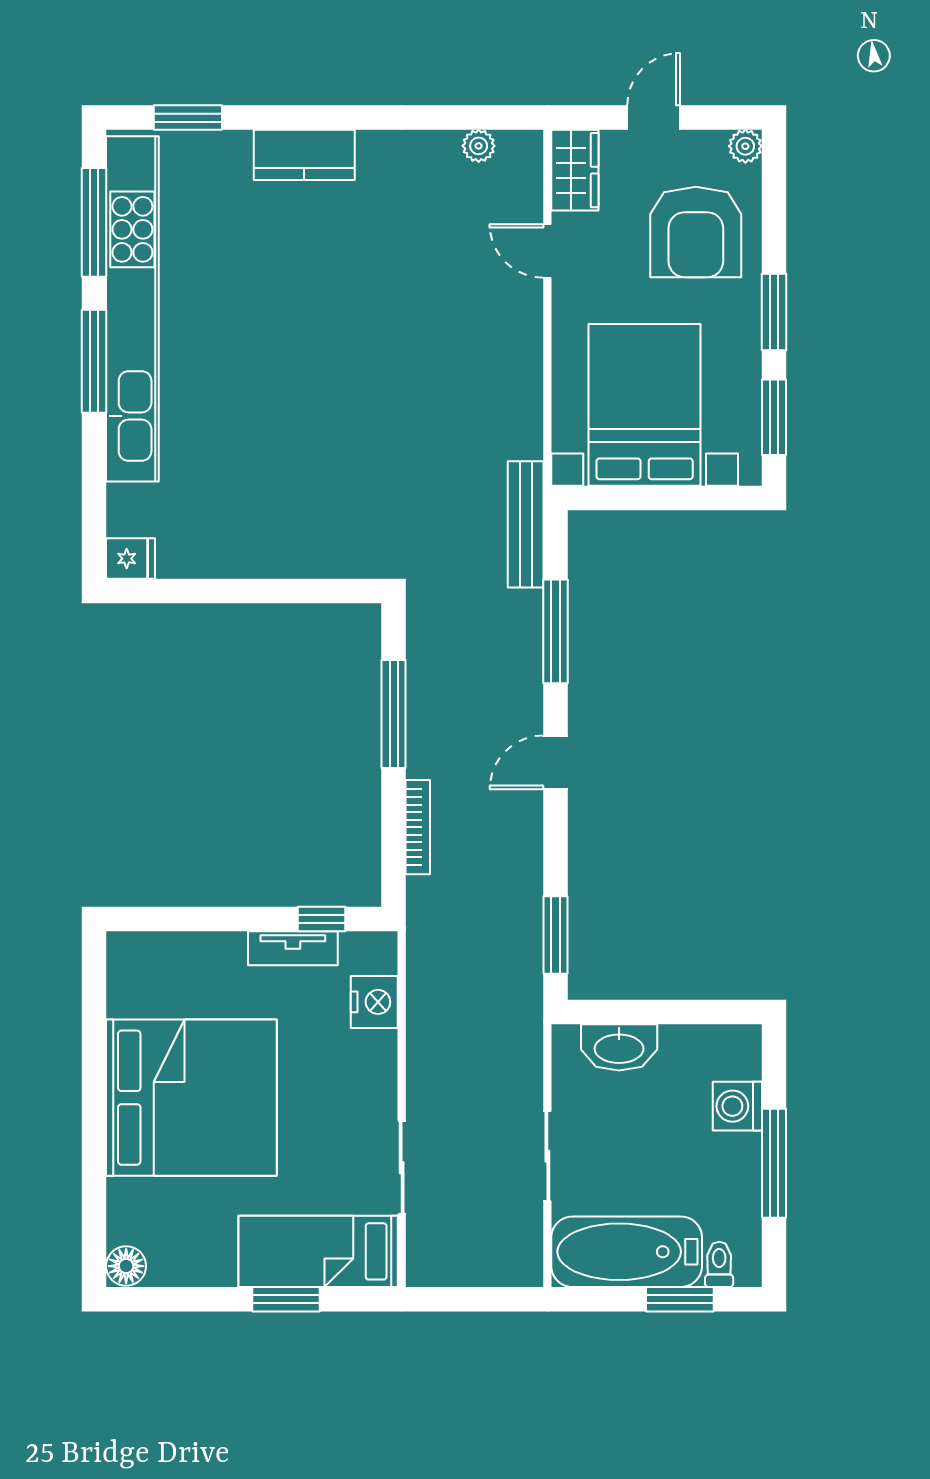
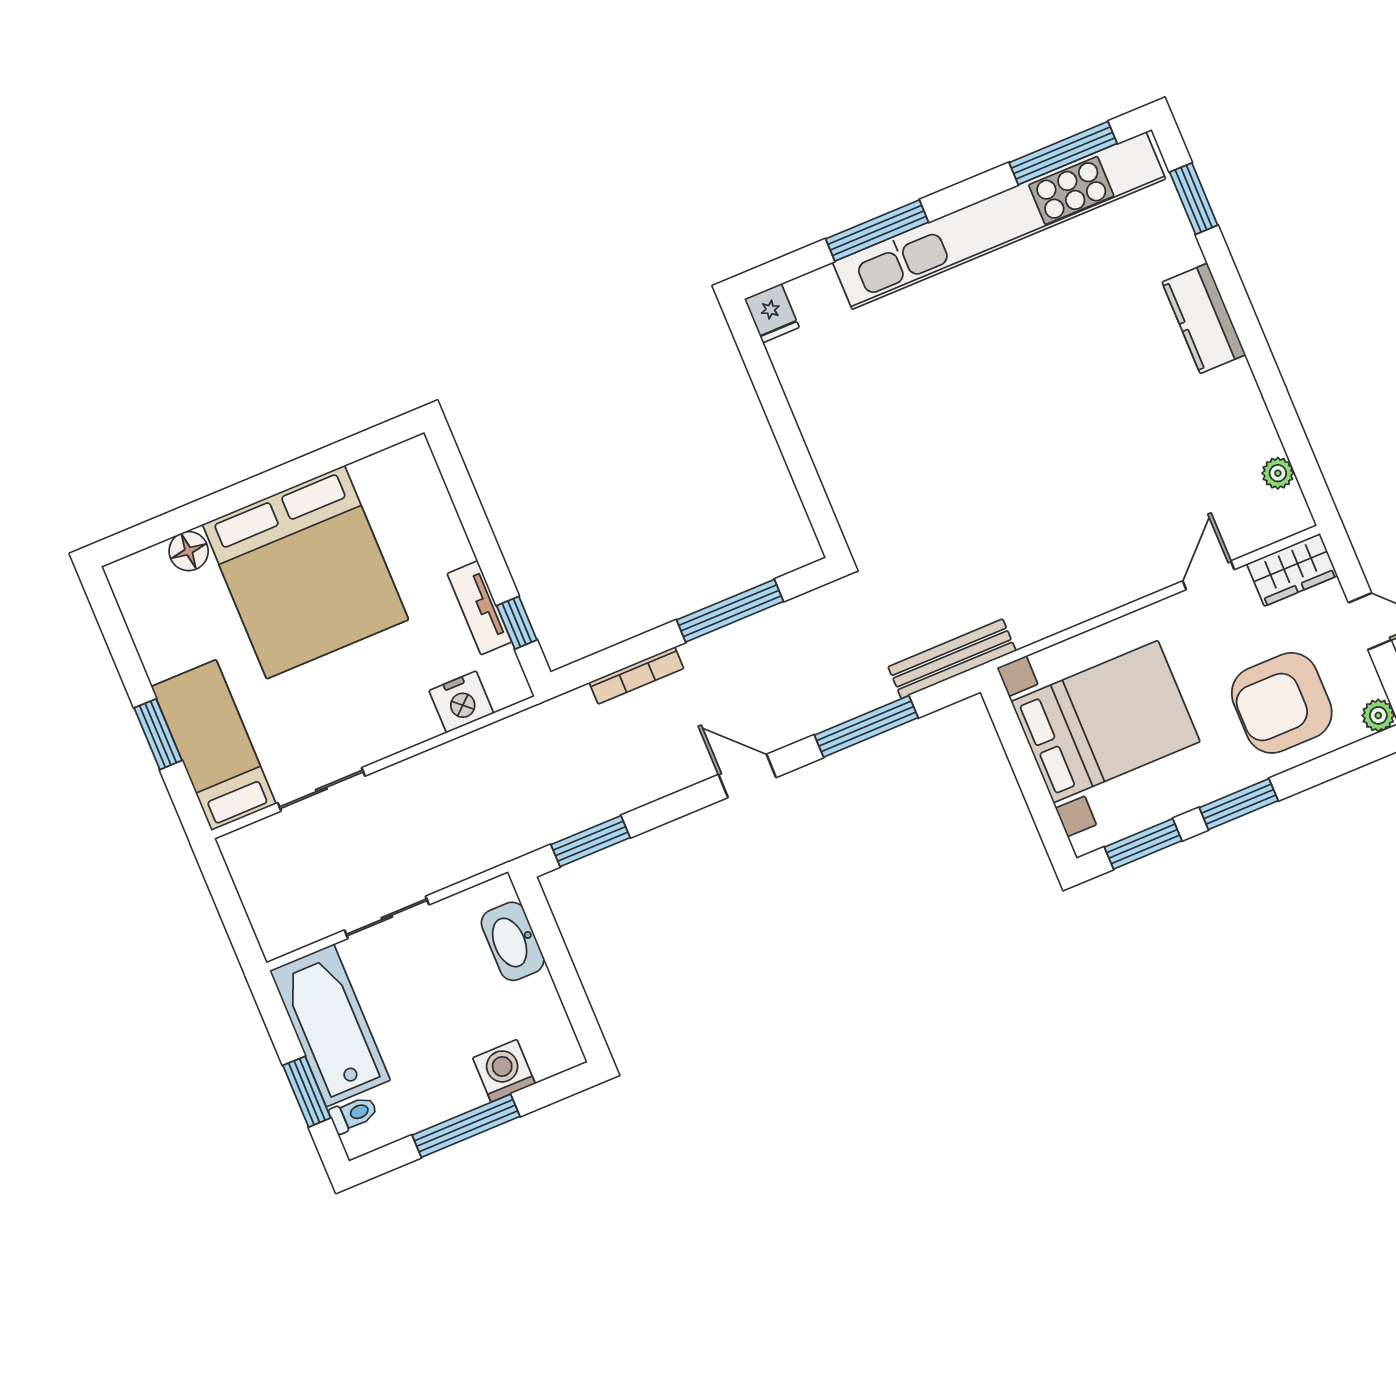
window: (94, 361) -> (877, 230), moved
floor lamp: (126, 1266) -> (189, 551), moved

